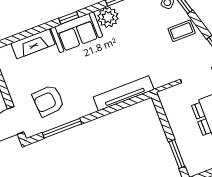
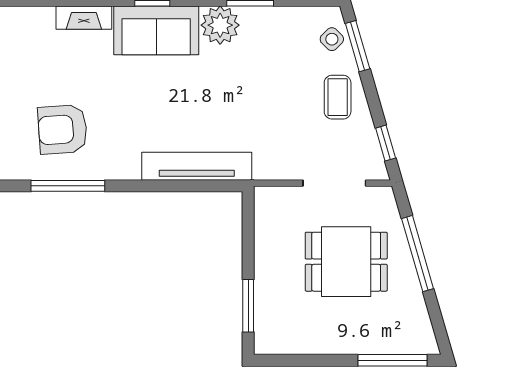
coffee table: (182, 31) -> (338, 97), turned 90
fireplace: (33, 44) -> (84, 18), width x0.73, depth x0.76

